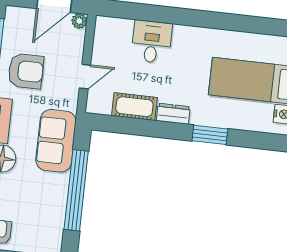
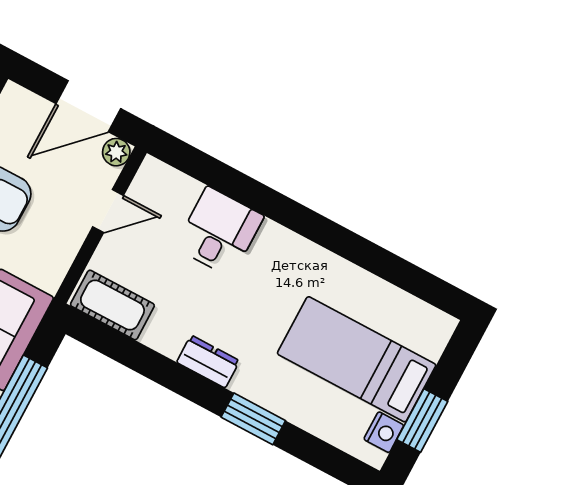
door: (85, 77) -> (108, 211), moved
cot: (134, 107) -> (112, 305), moved

